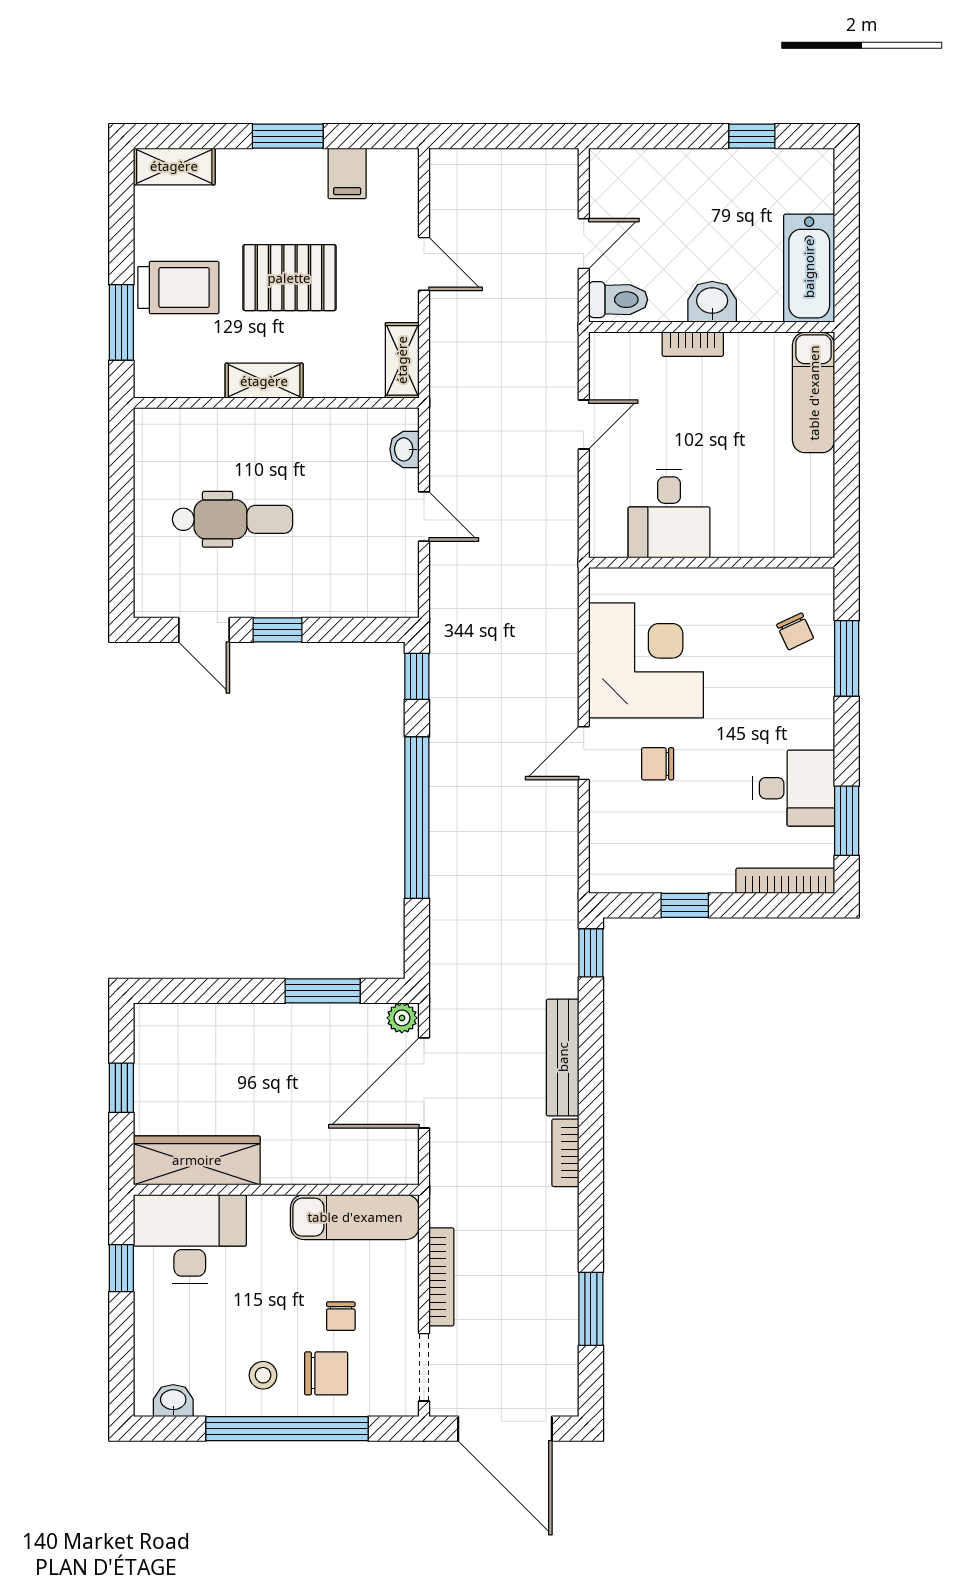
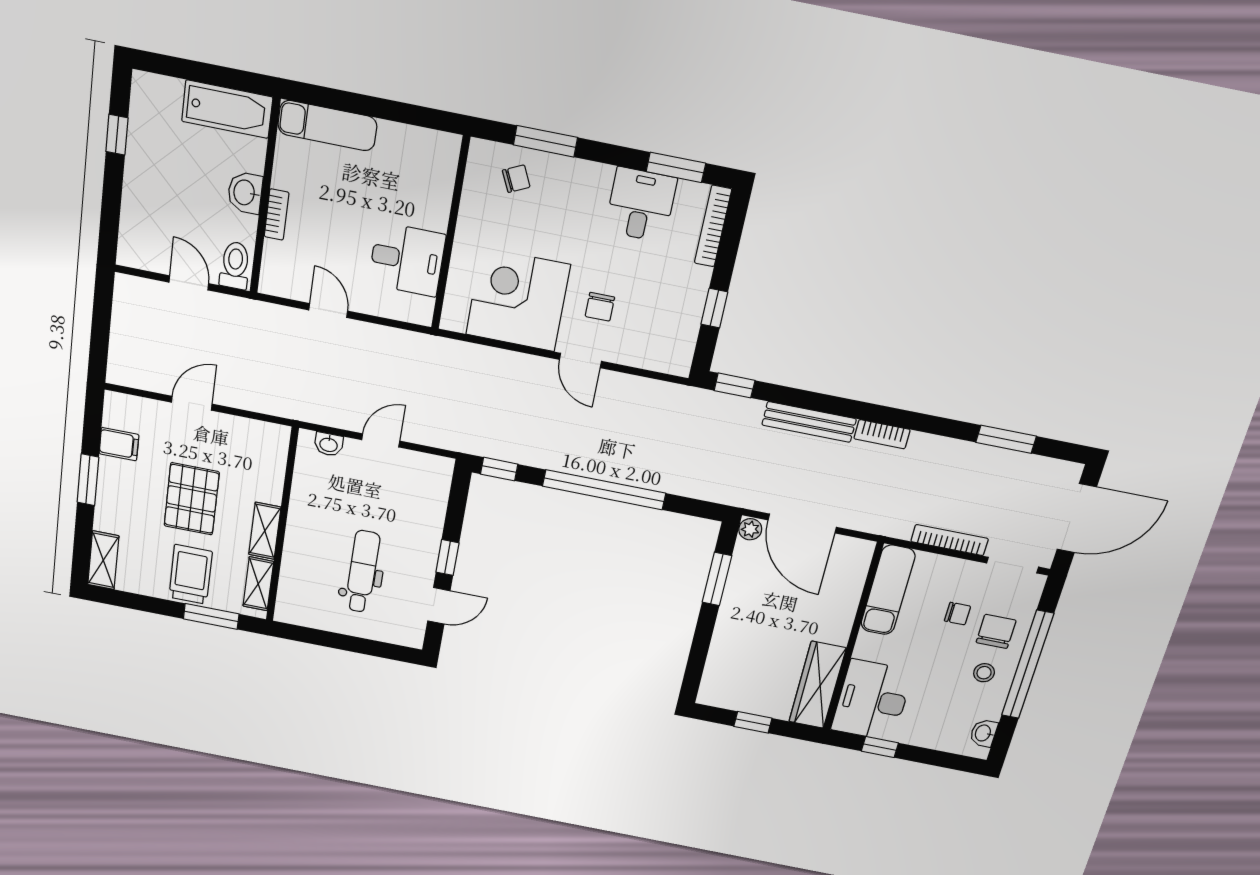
shelving: (402, 360) -> (258, 584), moved, turned 90

